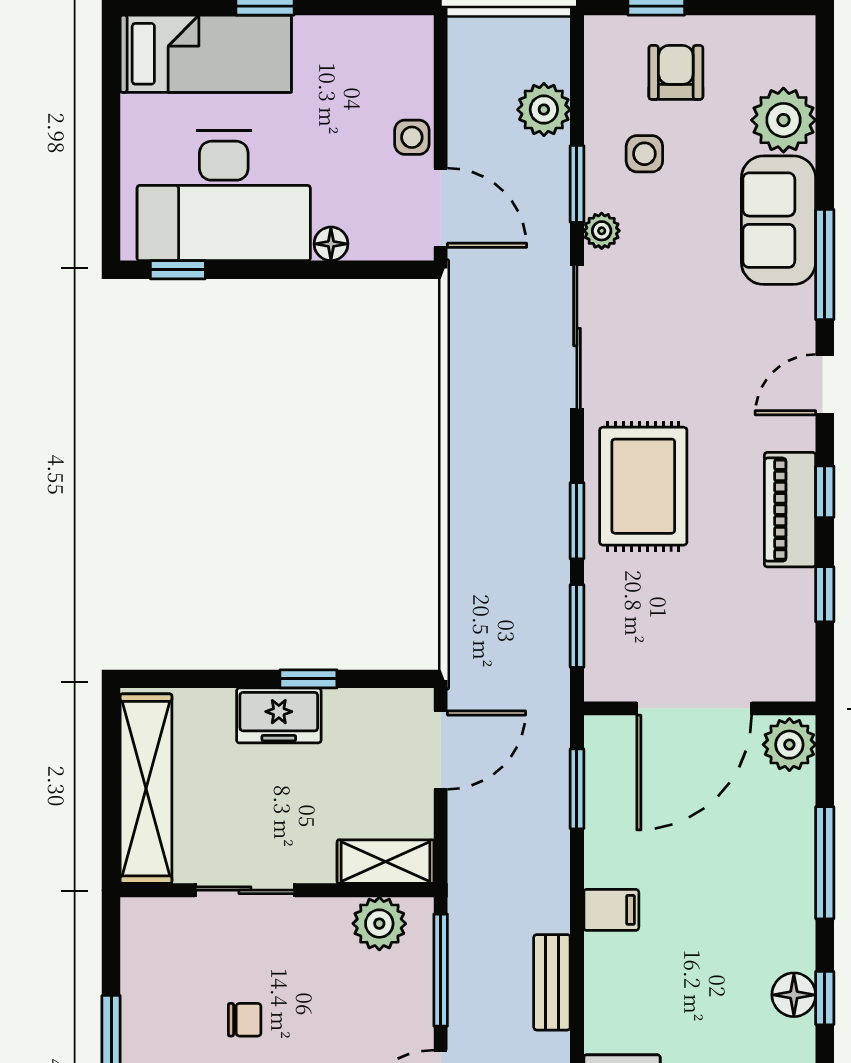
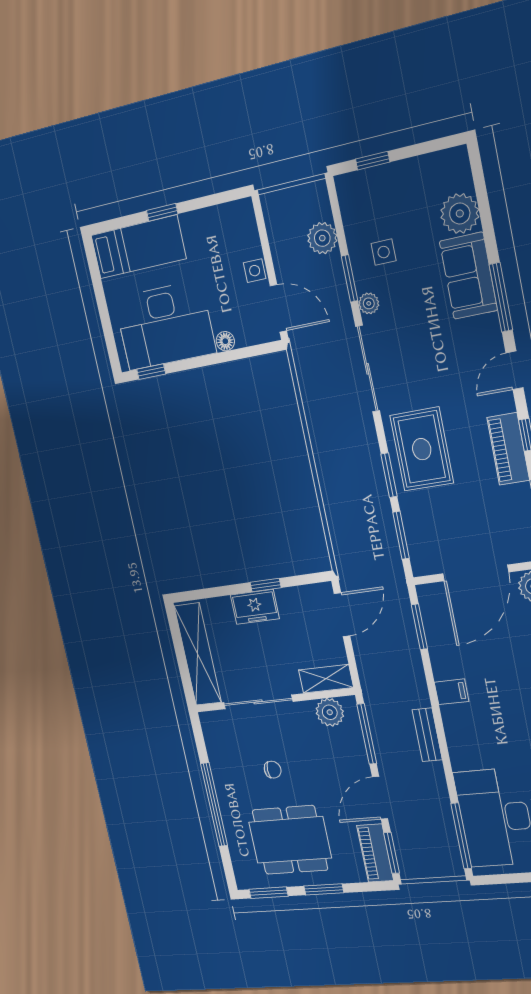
armchair: (676, 72) -> (392, 199), removed
sliding door: (245, 890) -> (258, 702), width x1.37

